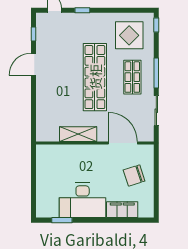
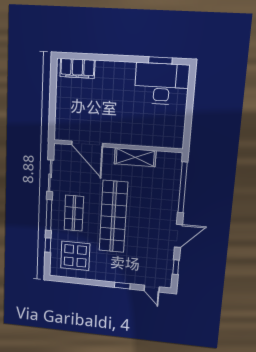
window: (156, 25) -> (48, 245), moved
window: (33, 110) -> (183, 188), added
chair: (134, 176) -> (77, 107), removed
desk: (83, 200) -> (162, 84), moved
filing cabinet: (122, 210) -> (77, 68), moved

